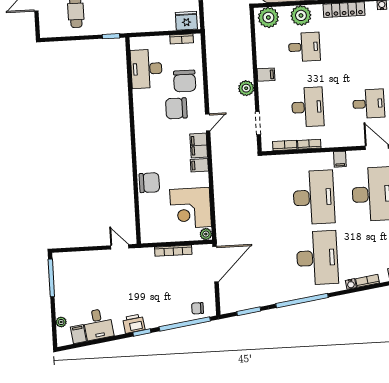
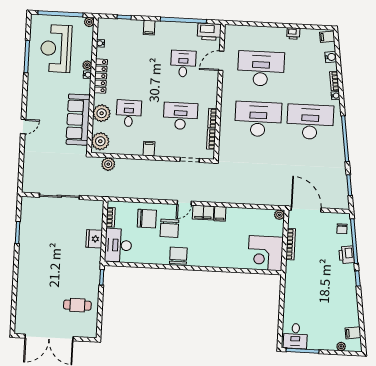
fridge: (186, 21) -> (94, 239), moved
desk: (146, 69) -> (118, 245), moved, turned 90
plant: (246, 88) -> (108, 164), moved
door: (208, 122) -> (184, 203), swing flipped
filing cabinet: (340, 159) -> (228, 93), removed
chair: (149, 183) -> (178, 256), moved
corner desk: (191, 208) -> (265, 253), moved, turned 90
door: (120, 247) -> (282, 289), removed
desk: (98, 324) -> (295, 336), moved, turned 98
printer: (134, 324) -> (347, 255), moved

